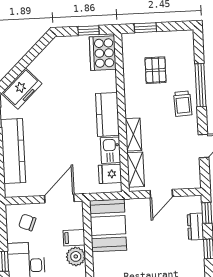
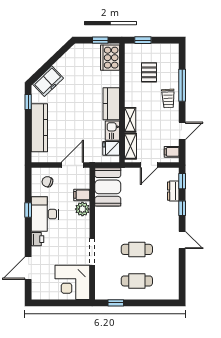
filing cabinet: (191, 175) -> (172, 152), added

